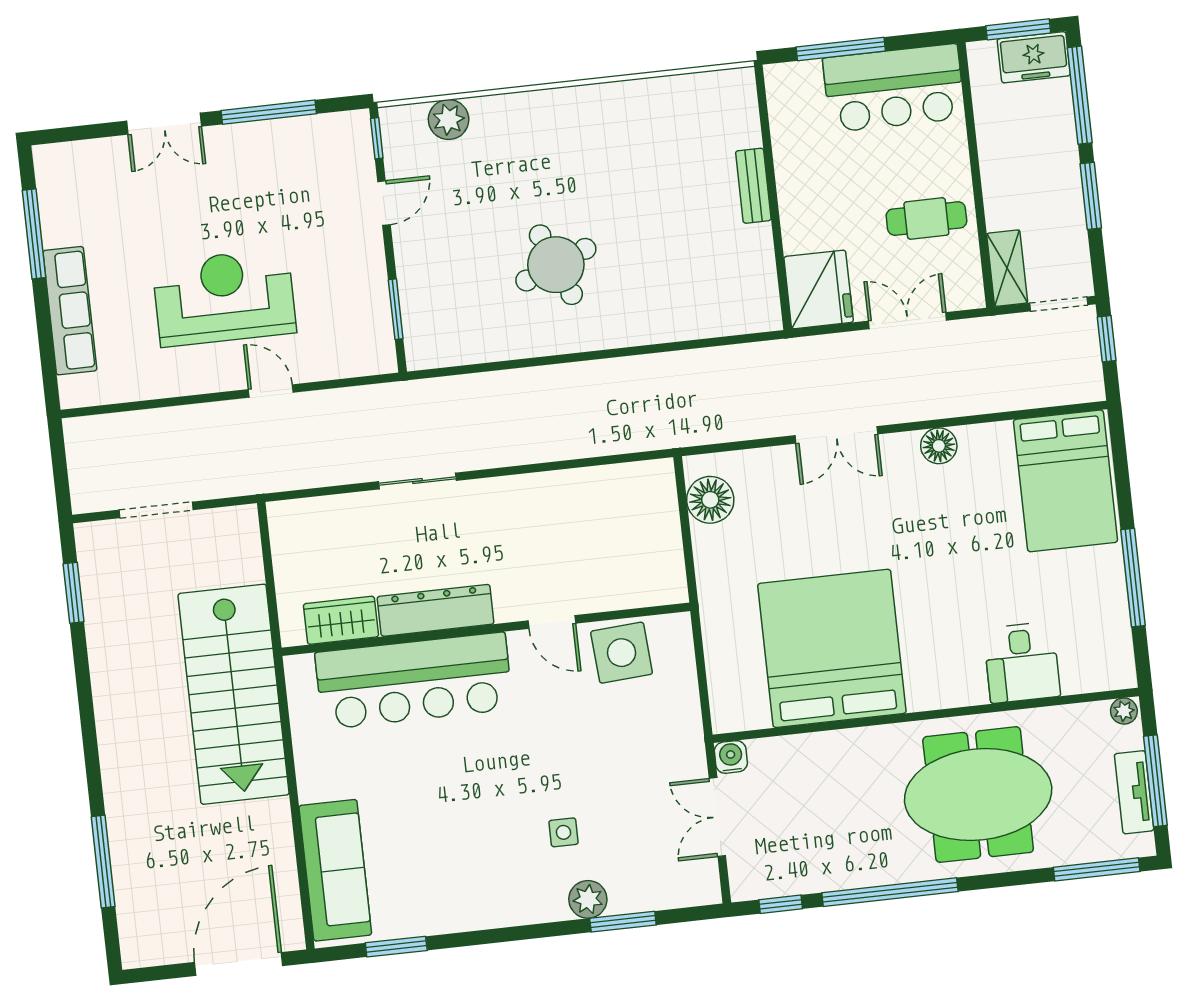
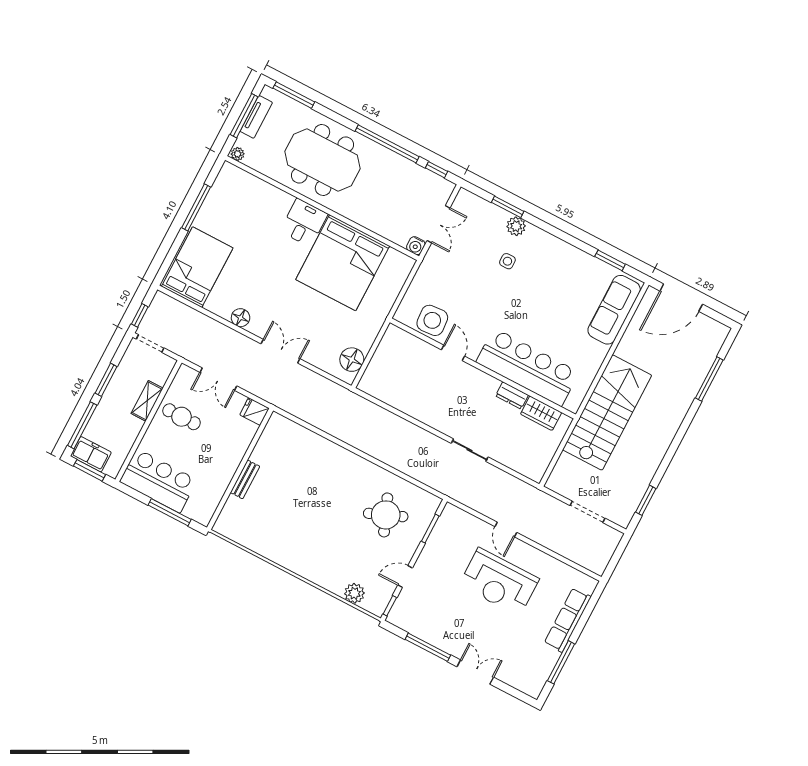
round table: (556, 265) -> (386, 515), moved
shelving: (1007, 268) -> (147, 401), moved
fridge: (819, 289) -> (254, 412), width x0.53, depth x0.75
dresser: (435, 610) -> (512, 395), width x0.51, depth x0.80
desk: (1022, 662) -> (304, 223), moved

